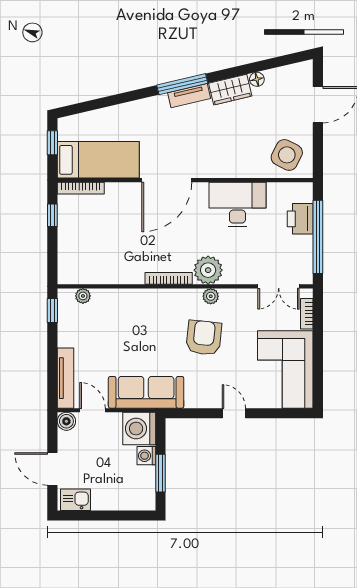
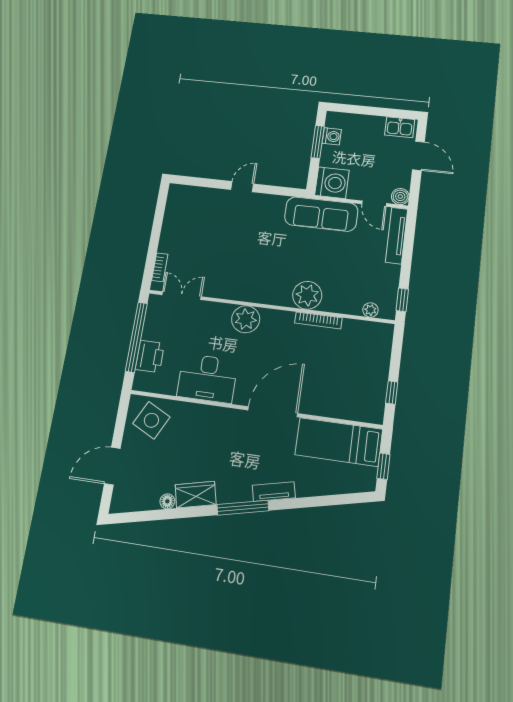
tv unit: (189, 96) -> (274, 492), moved
bookcase: (81, 188) -> (360, 416), removed
bookcase: (169, 278) -> (318, 320), moved
plant: (211, 296) -> (307, 295), moved, width x1.88, depth x1.88
armchair: (204, 338) -> (259, 257), removed
corner sofa: (285, 369) -> (189, 220), removed
door: (234, 413) -> (242, 187), swing flipped
washing machine: (146, 456) -> (332, 136), moved

